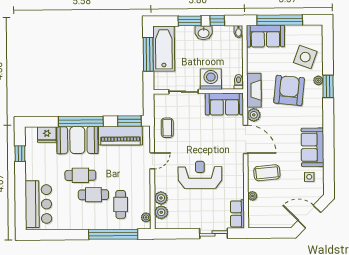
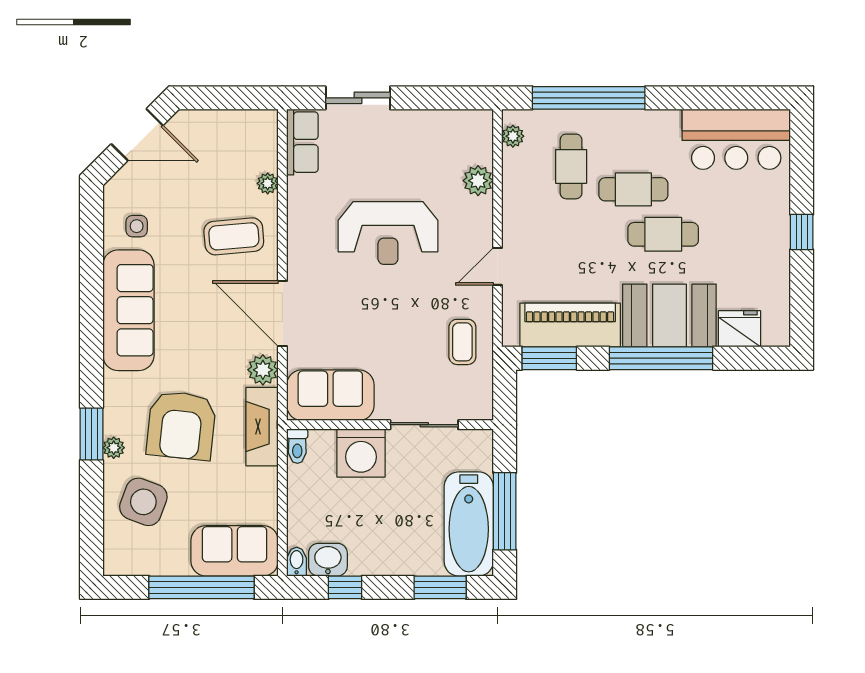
window: (190, 21) -> (440, 587), moved
washbasin: (204, 33) -> (328, 560), moved
sofa: (313, 147) -> (128, 310), width x1.36
window: (20, 154) -> (802, 232), moved
bar counter: (38, 204) -> (736, 139), moved, turned -90
plant: (161, 212) -> (478, 148), removed

